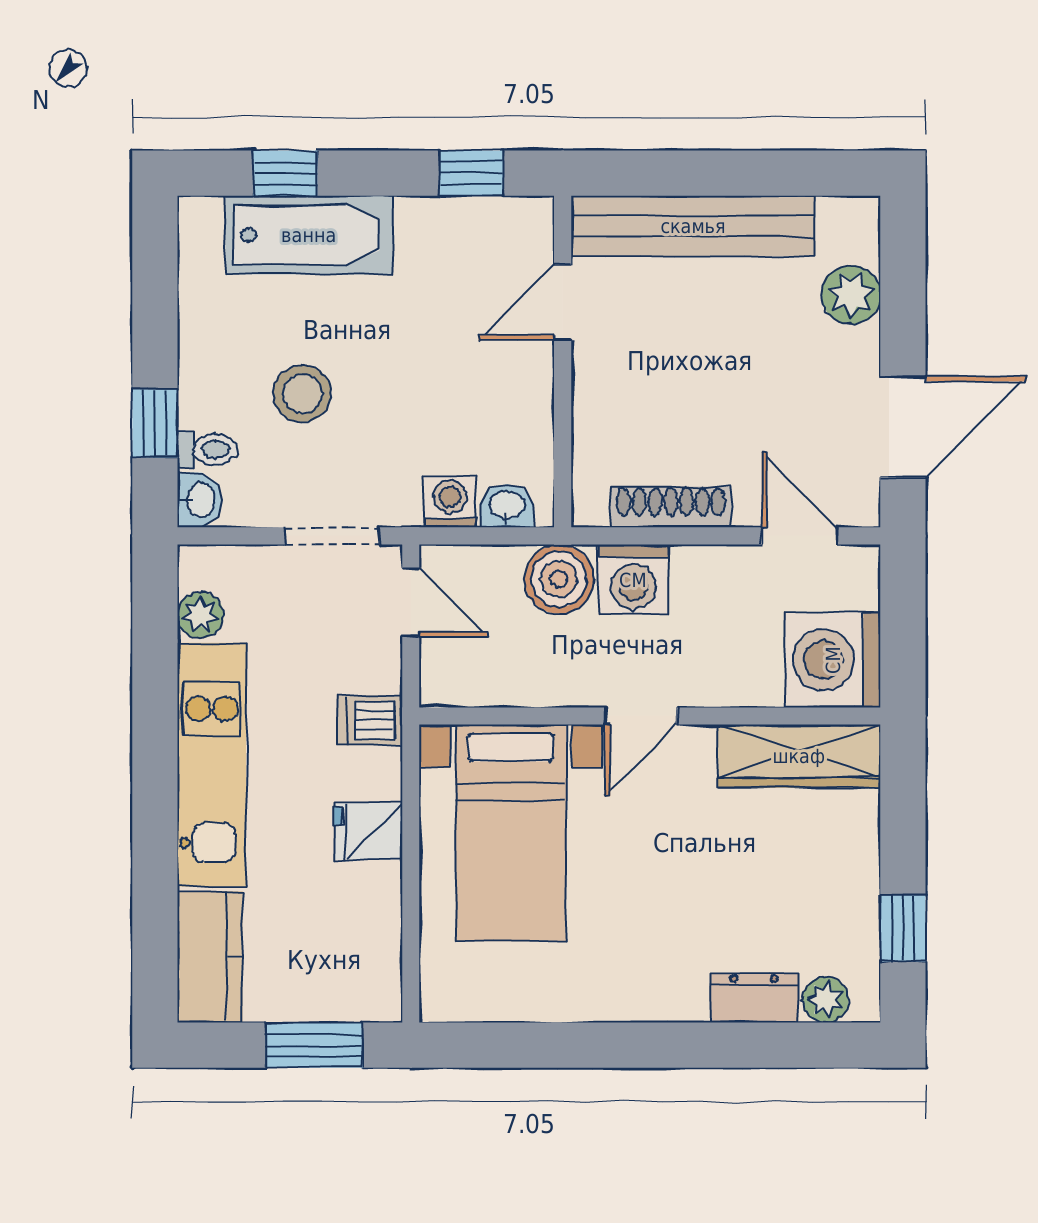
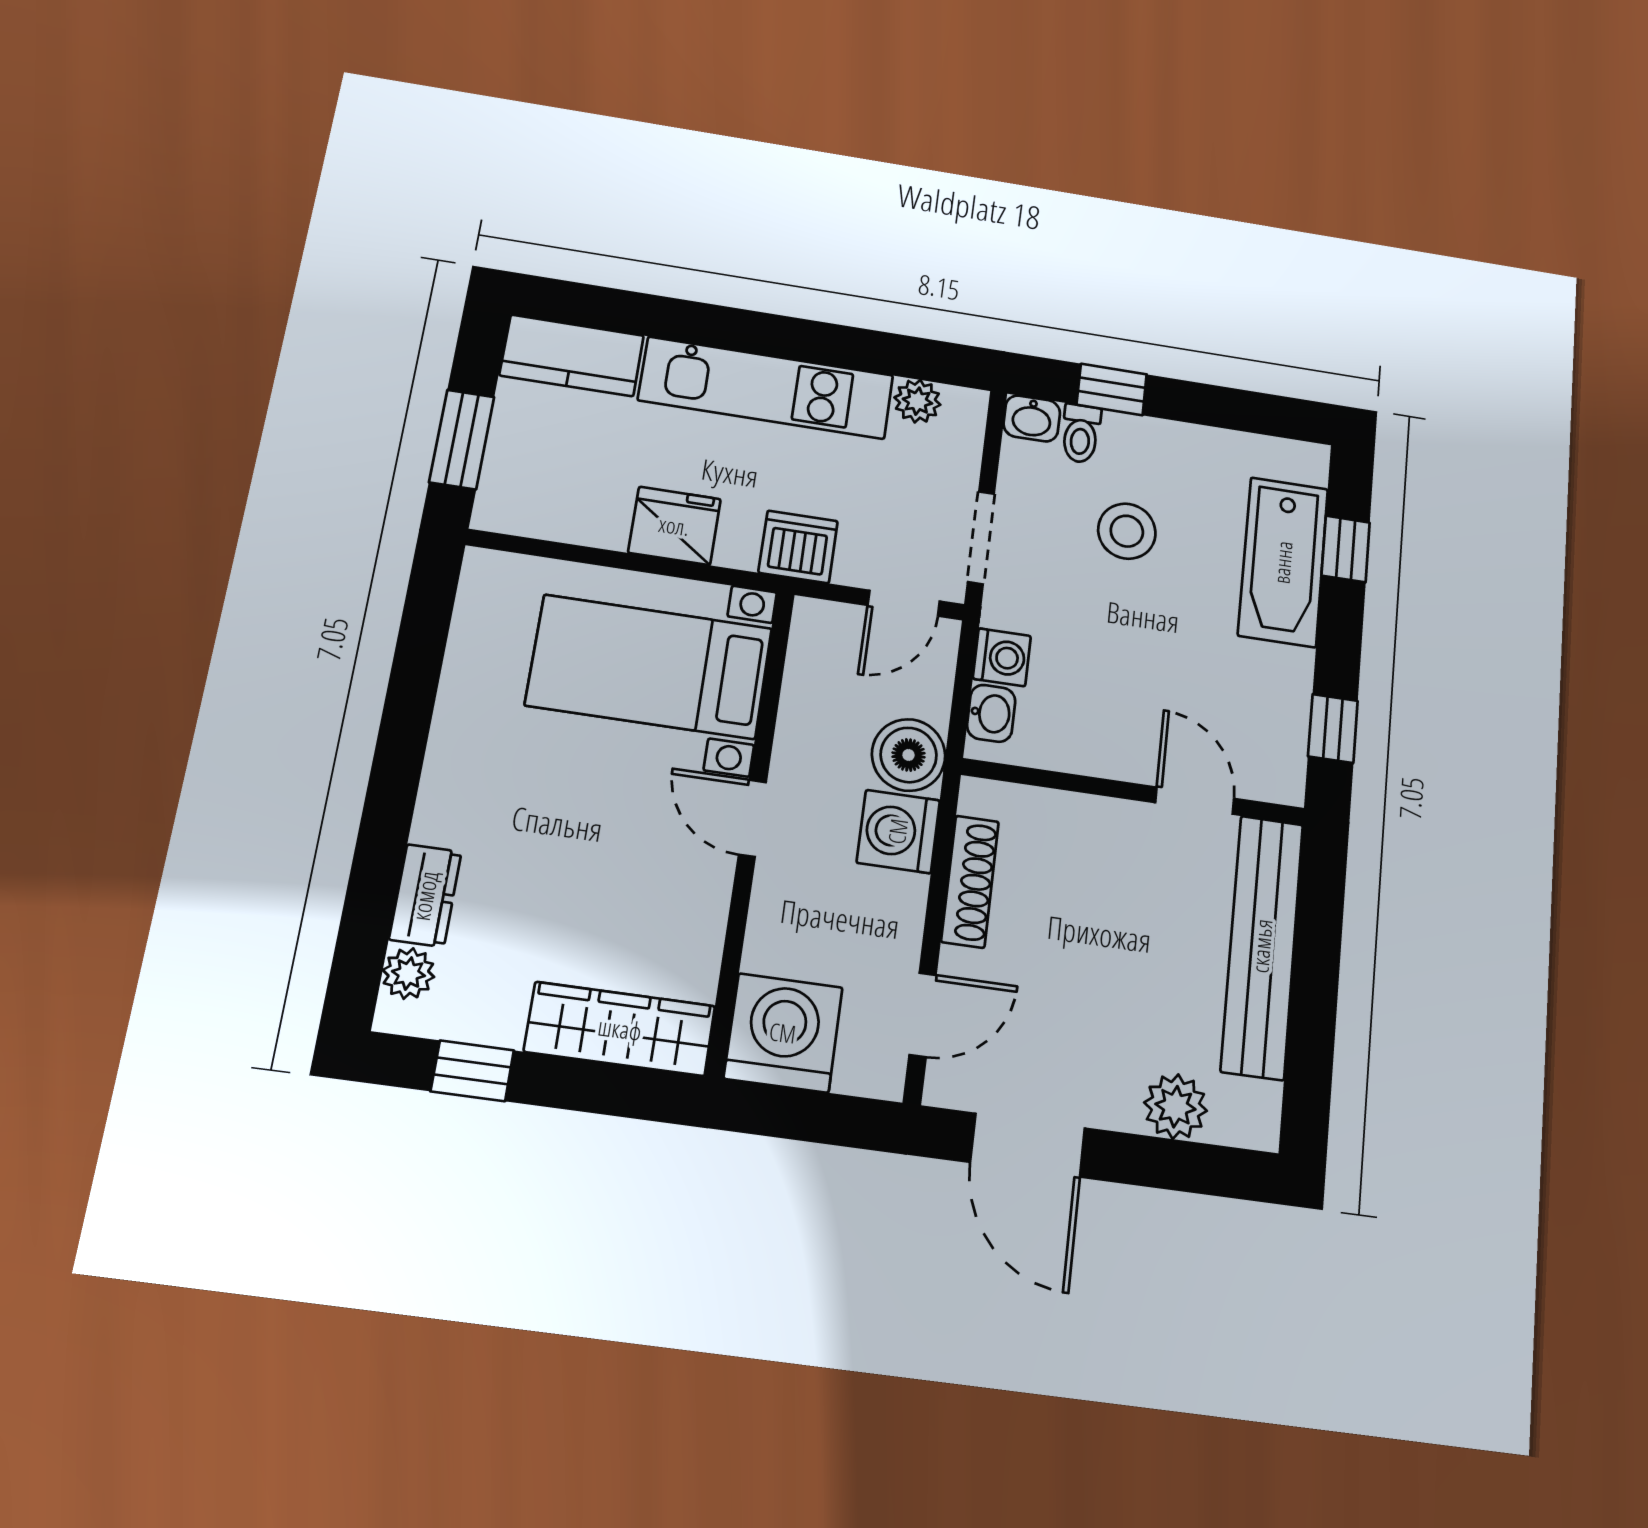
dishwasher: (370, 720) -> (798, 547), width x1.38
wardrobe: (799, 756) -> (620, 1029), moved, turned 90
fridge: (368, 831) -> (674, 526), width x1.38

